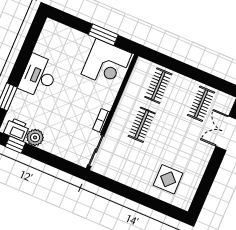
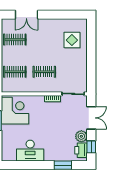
desk: (39, 76) -> (30, 151), moved
double door: (54, 161) -> (91, 118), added

